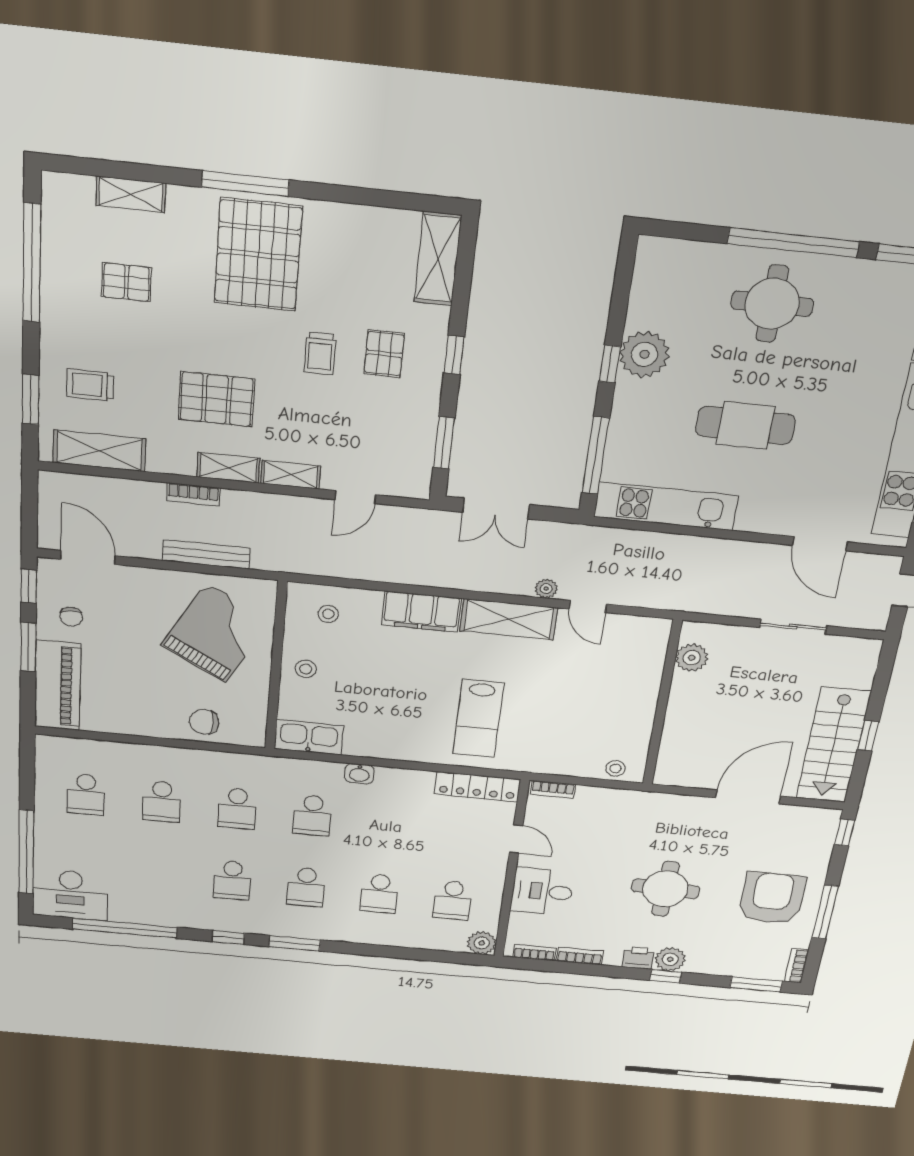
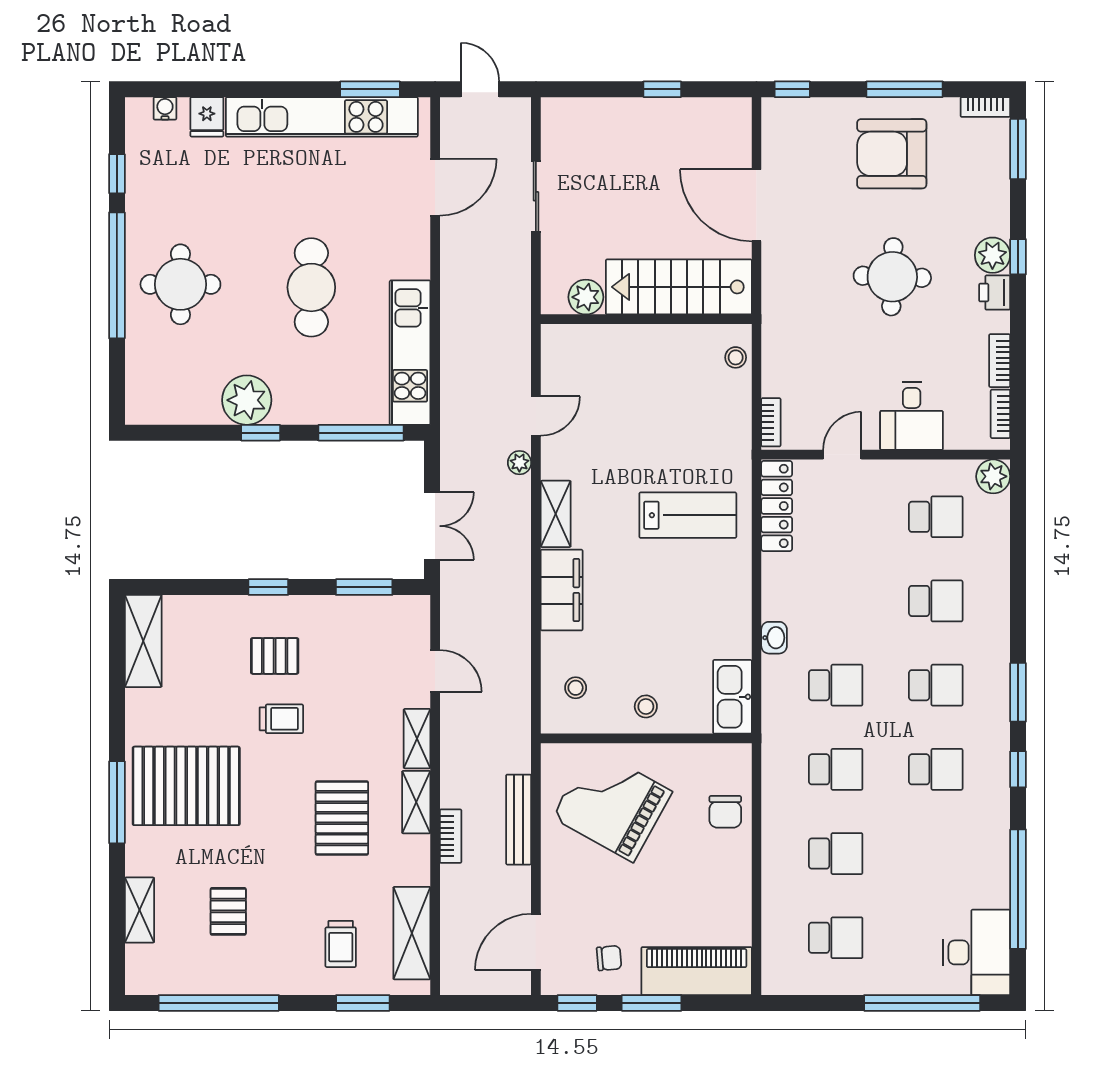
shelving: (438, 259) -> (143, 641), moved, turned 90
shelving: (509, 619) -> (556, 514), width x0.67, depth x0.75
stairs: (833, 745) -> (679, 287), moved, turned 180

